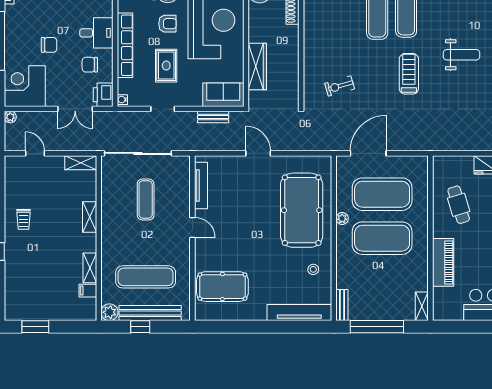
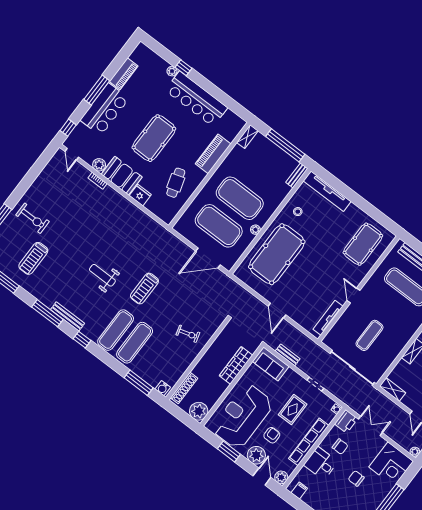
armchair: (167, 24) -> (272, 435), turned 90
exercise bike: (340, 86) -> (188, 334), moved
pool table: (222, 287) -> (363, 244), turned 90

